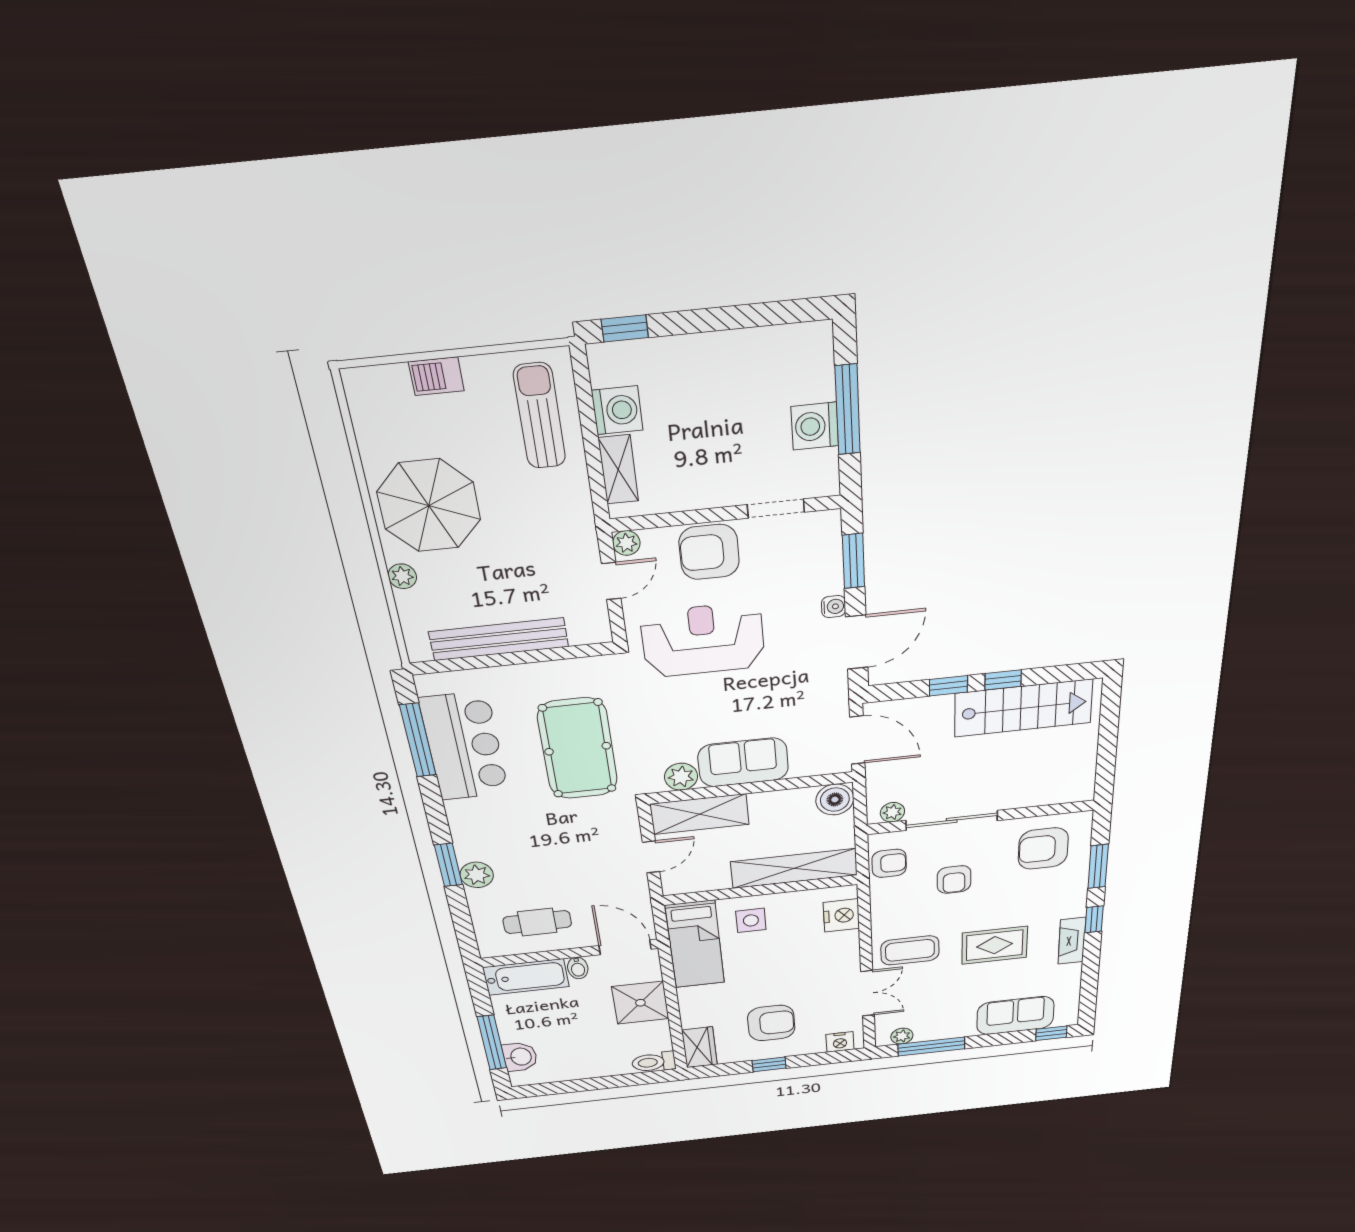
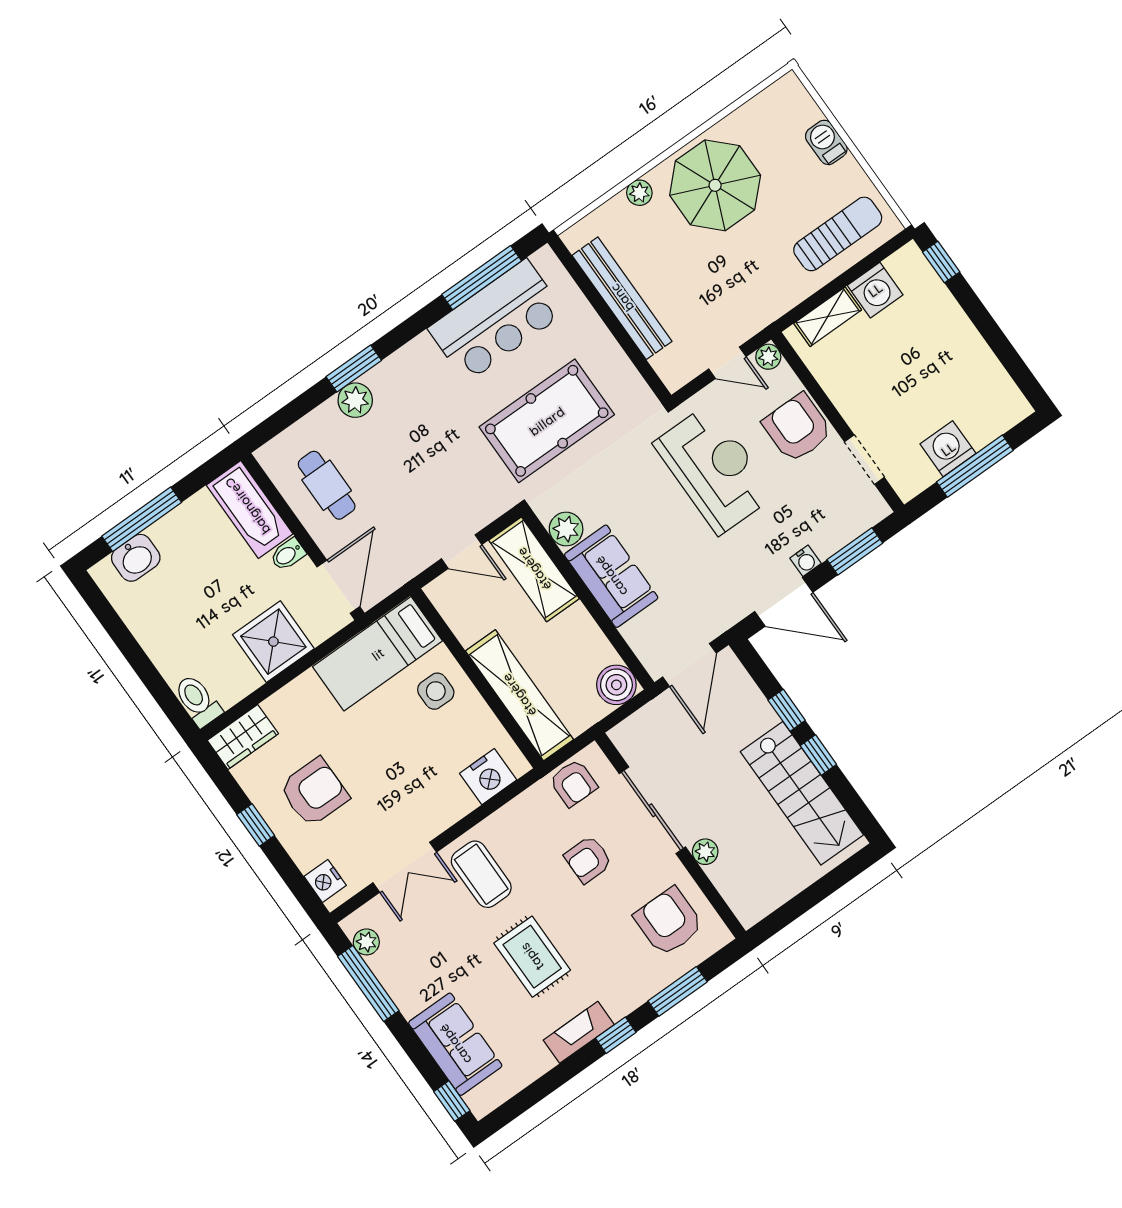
plant: (892, 812) -> (705, 852), moved
armchair: (771, 1023) -> (314, 792), turned -90

